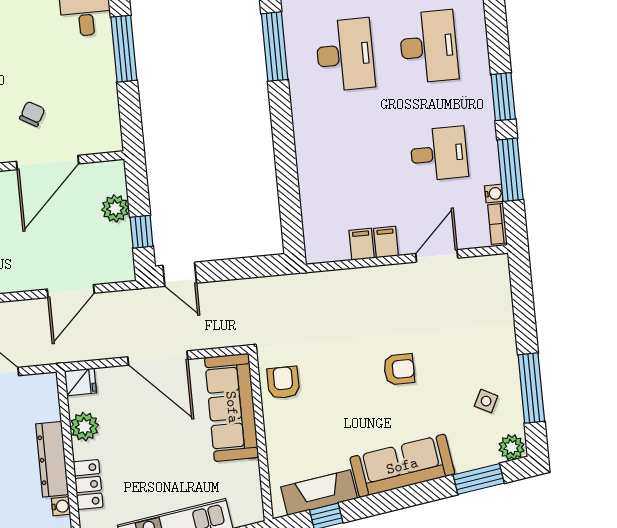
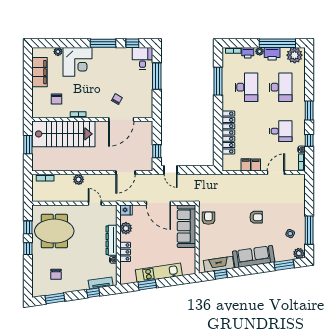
locker: (312, 169) -> (228, 132), added
window: (510, 170) -> (309, 140), width x0.46
plant: (115, 208) -> (147, 141), removed

